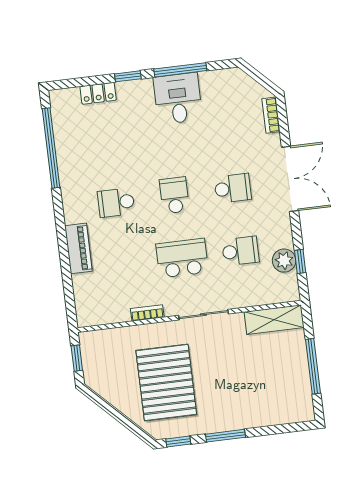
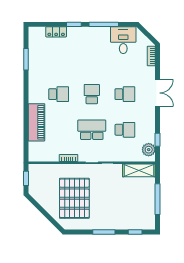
desk: (178, 98) -> (123, 40), moved
window: (51, 148) -> (26, 59), width x0.47
double door: (290, 179) -> (158, 93), width x0.73
school desk: (116, 203) -> (59, 94), turned 180
piano: (78, 248) -> (36, 122), width x1.37, depth x1.33
plant: (284, 261) -> (149, 150), moved
window: (178, 442) -> (135, 232), moved

